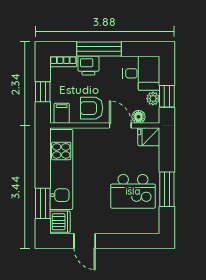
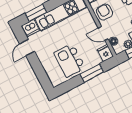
door: (120, 125) -> (103, 34), swing flipped
window: (167, 189) -> (92, 73), moved

